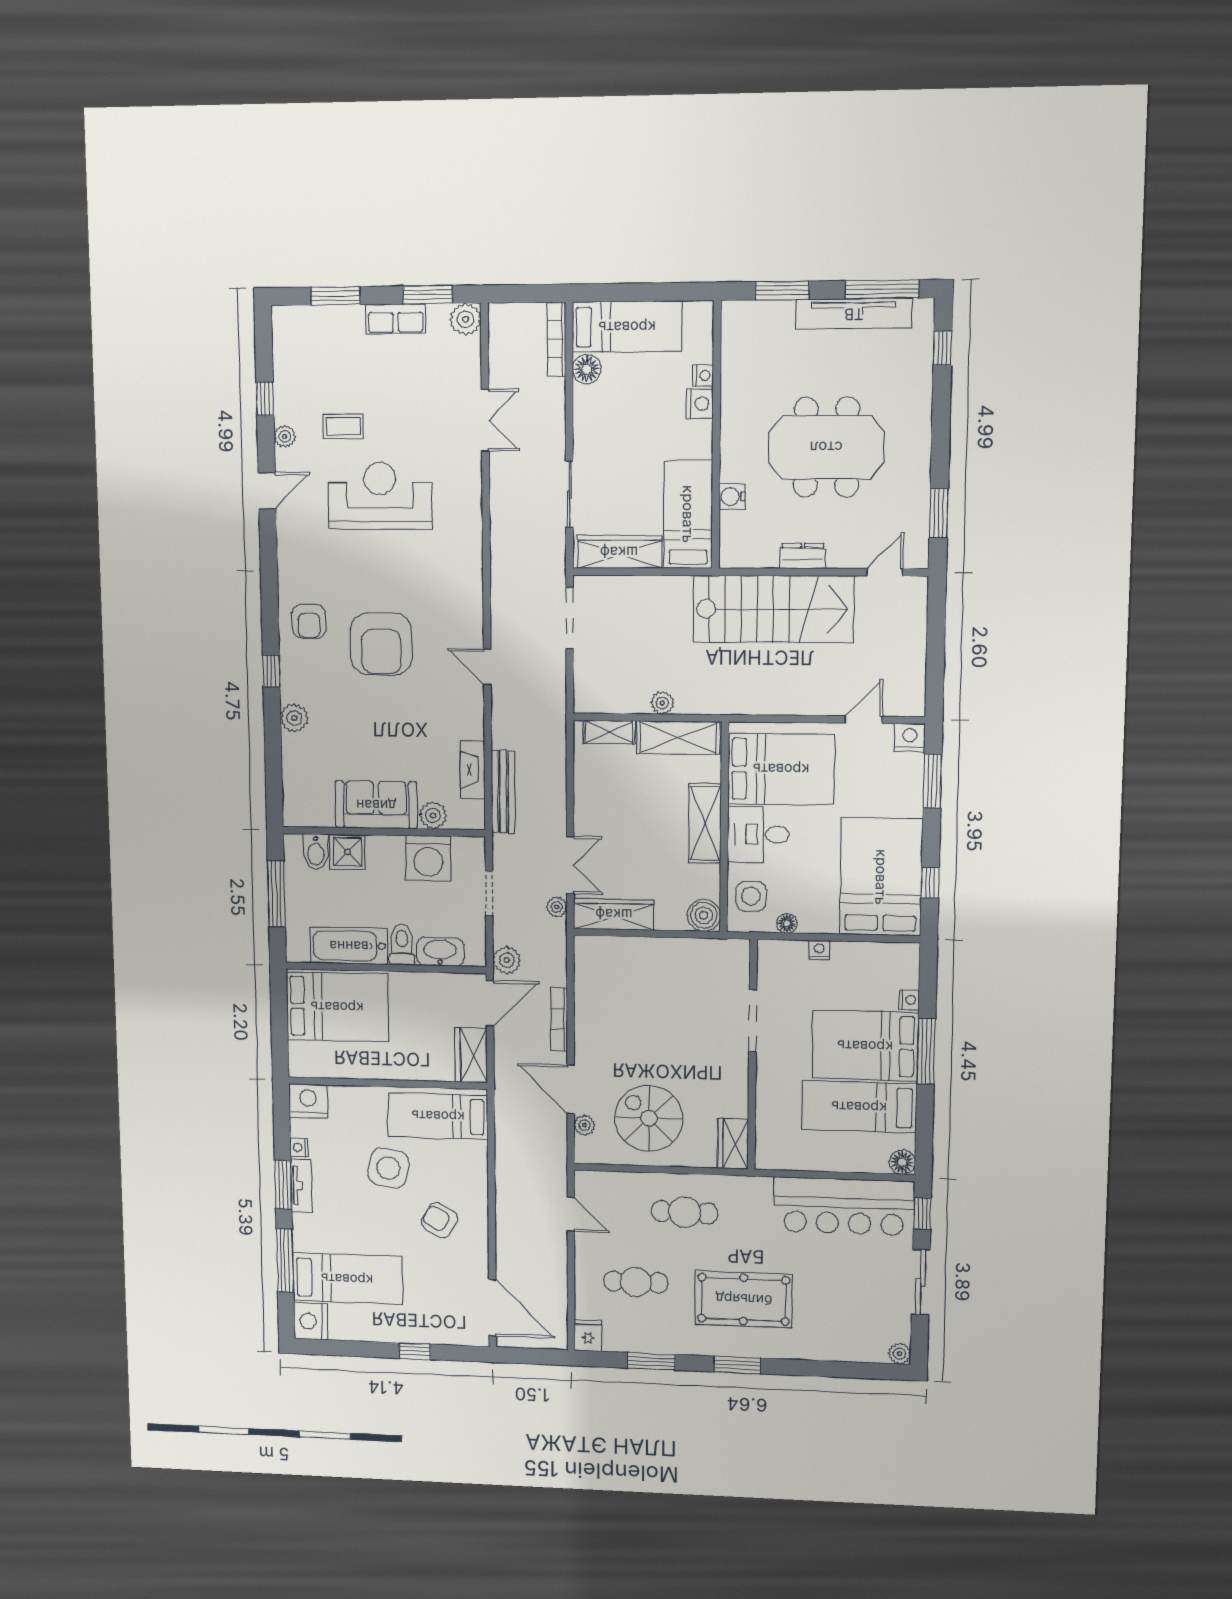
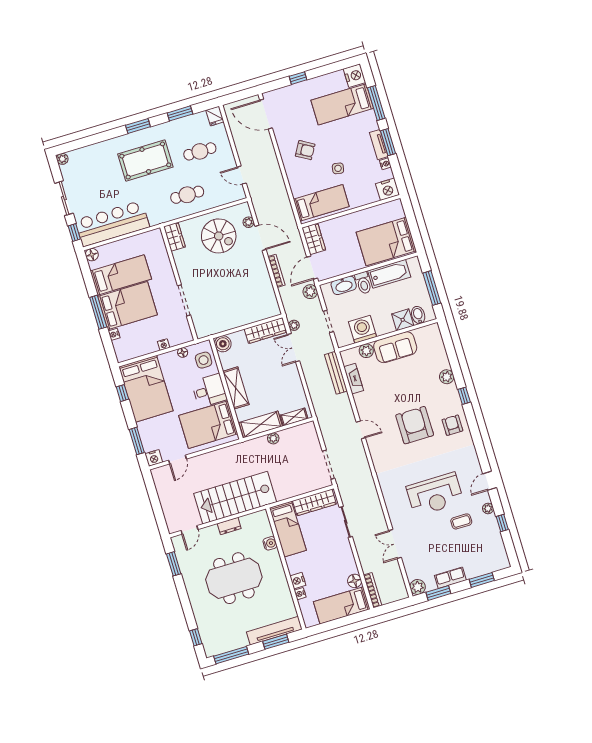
tv unit: (854, 314) -> (274, 631), moved
side table: (388, 1168) -> (338, 168), width x0.54, depth x0.54

